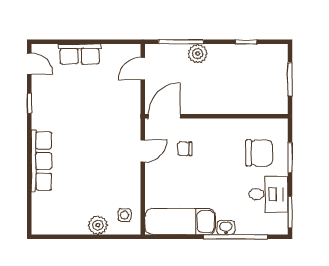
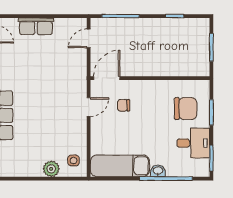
plant: (198, 54) -> (134, 26), removed

